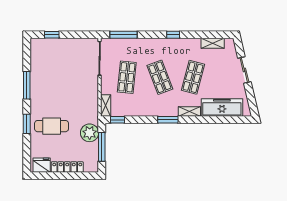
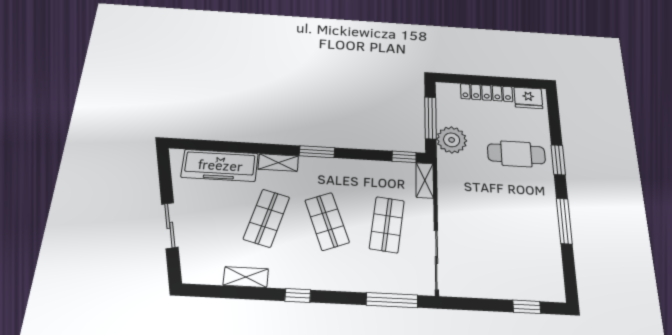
shelving: (213, 43) -> (246, 277), moved

